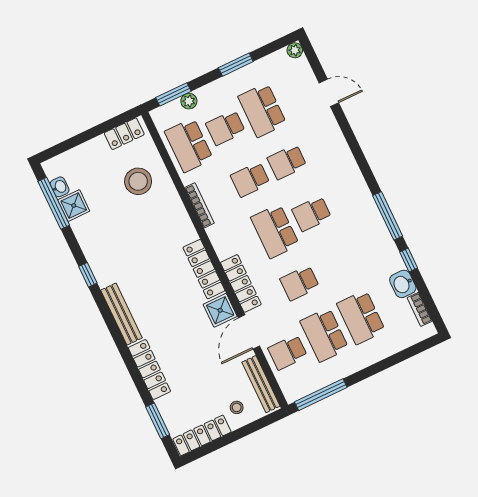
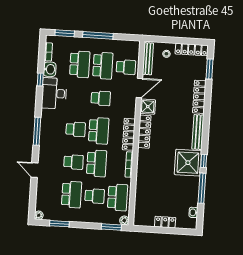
window: (236, 65) -> (59, 224), moved
door: (329, 93) -> (34, 170), moved
plant: (189, 101) -> (124, 220), moved
locker: (124, 134) -> (165, 222), moved
school desk: (250, 179) -> (97, 163), width x1.85
stool: (138, 181) -> (153, 193), removed
window: (54, 203) -> (202, 188), moved
shower: (74, 206) -> (188, 163), moved, width x1.86, depth x1.86
window: (388, 216) -> (37, 131), moved
desk: (375, 251) -> (54, 93), added
locker: (241, 283) -> (129, 134), moved
window: (410, 352) -> (65, 33), added
window: (321, 395) -> (98, 35), moved

